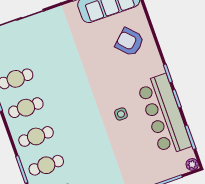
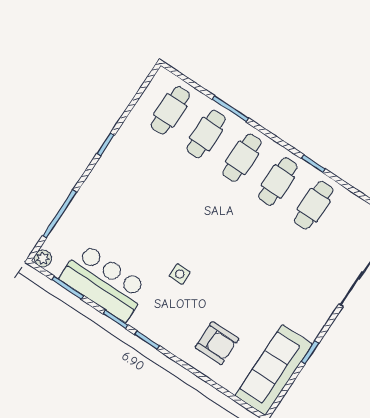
armchair: (130, 42) -> (217, 343), turned 43
side table: (121, 114) -> (180, 274), moved
bar counter: (164, 115) -> (104, 282), width x0.73

